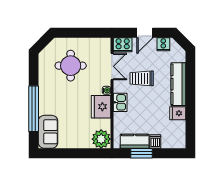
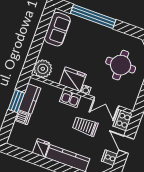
trolley: (142, 78) -> (85, 126), turned -90
sofa: (48, 132) -> (57, 29), moved, turned -90

